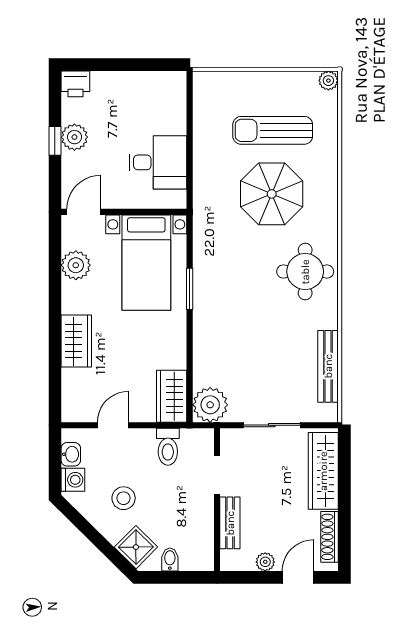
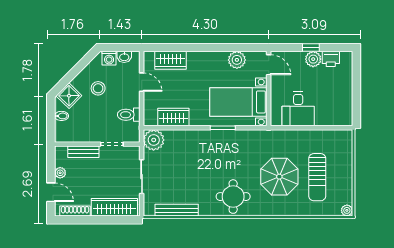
printer: (75, 84) -> (331, 59), moved, turned -90
sun lounger: (273, 130) -> (317, 177), turned 180
wardrobe: (76, 341) -> (170, 60), moved
wardrobe: (172, 396) -> (173, 117), moved

